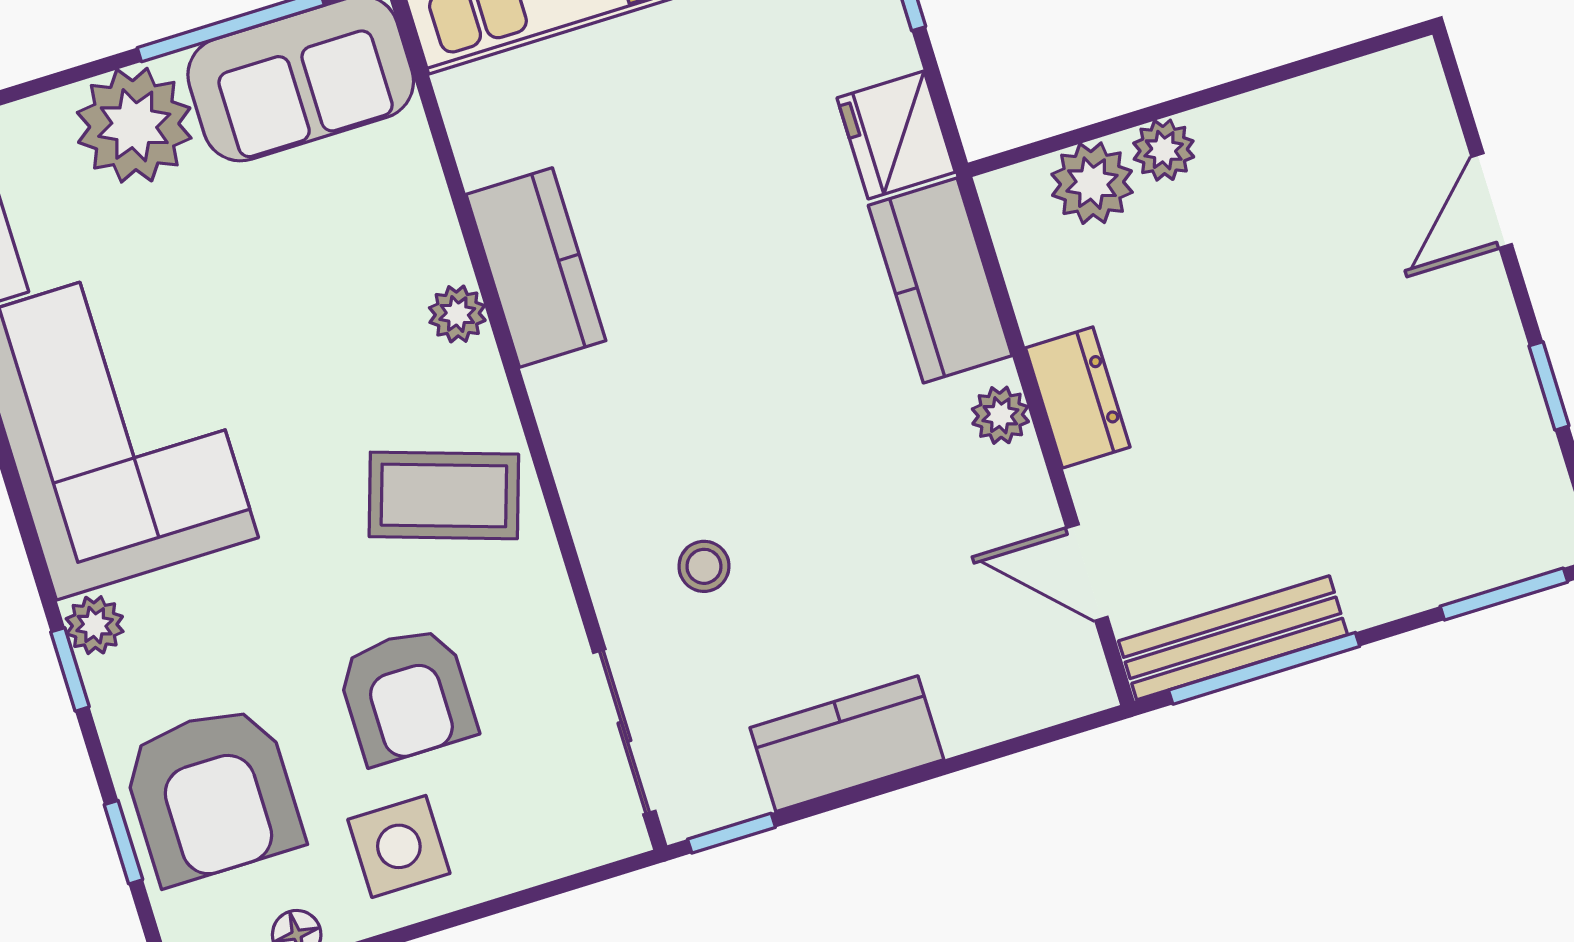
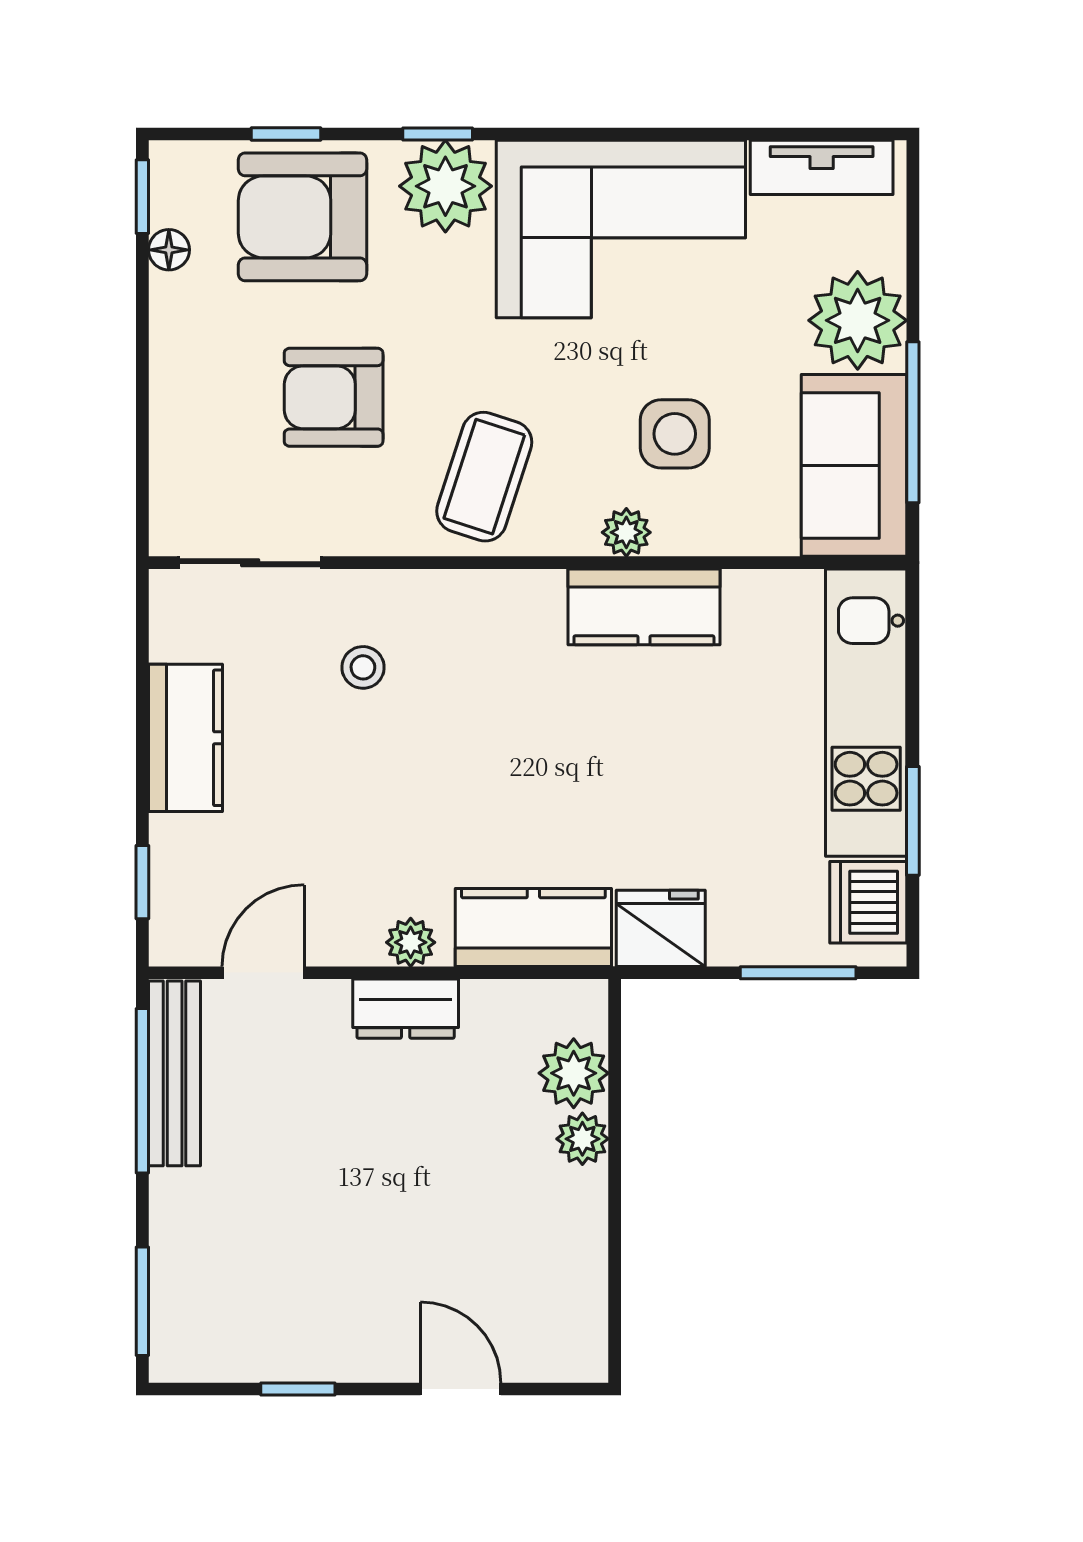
plant: (95, 625) -> (445, 186), width x1.87, depth x1.87
window: (731, 833) -> (142, 882), moved
side table: (399, 846) -> (675, 434), moved

